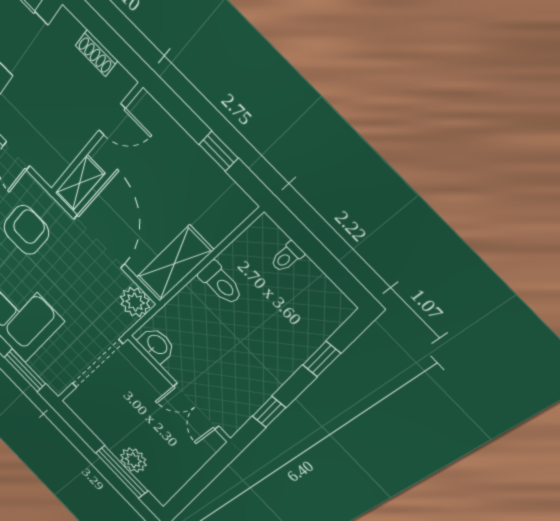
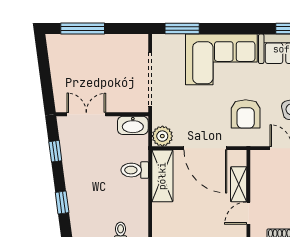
shelving: (80, 183) -> (239, 184), moved
toilet: (221, 283) -> (135, 170), moved
washbasin: (157, 345) -> (133, 125), width x1.38
plant: (133, 460) -> (84, 44), removed

